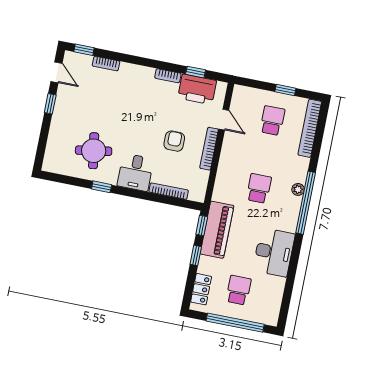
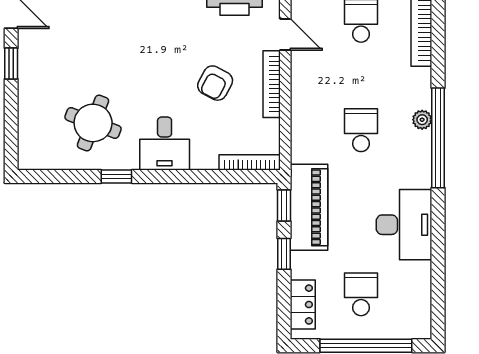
armchair: (174, 141) -> (215, 83), turned -152
round table: (94, 151) -> (93, 123), turned 30
bookcase: (169, 191) -> (250, 162), moved

